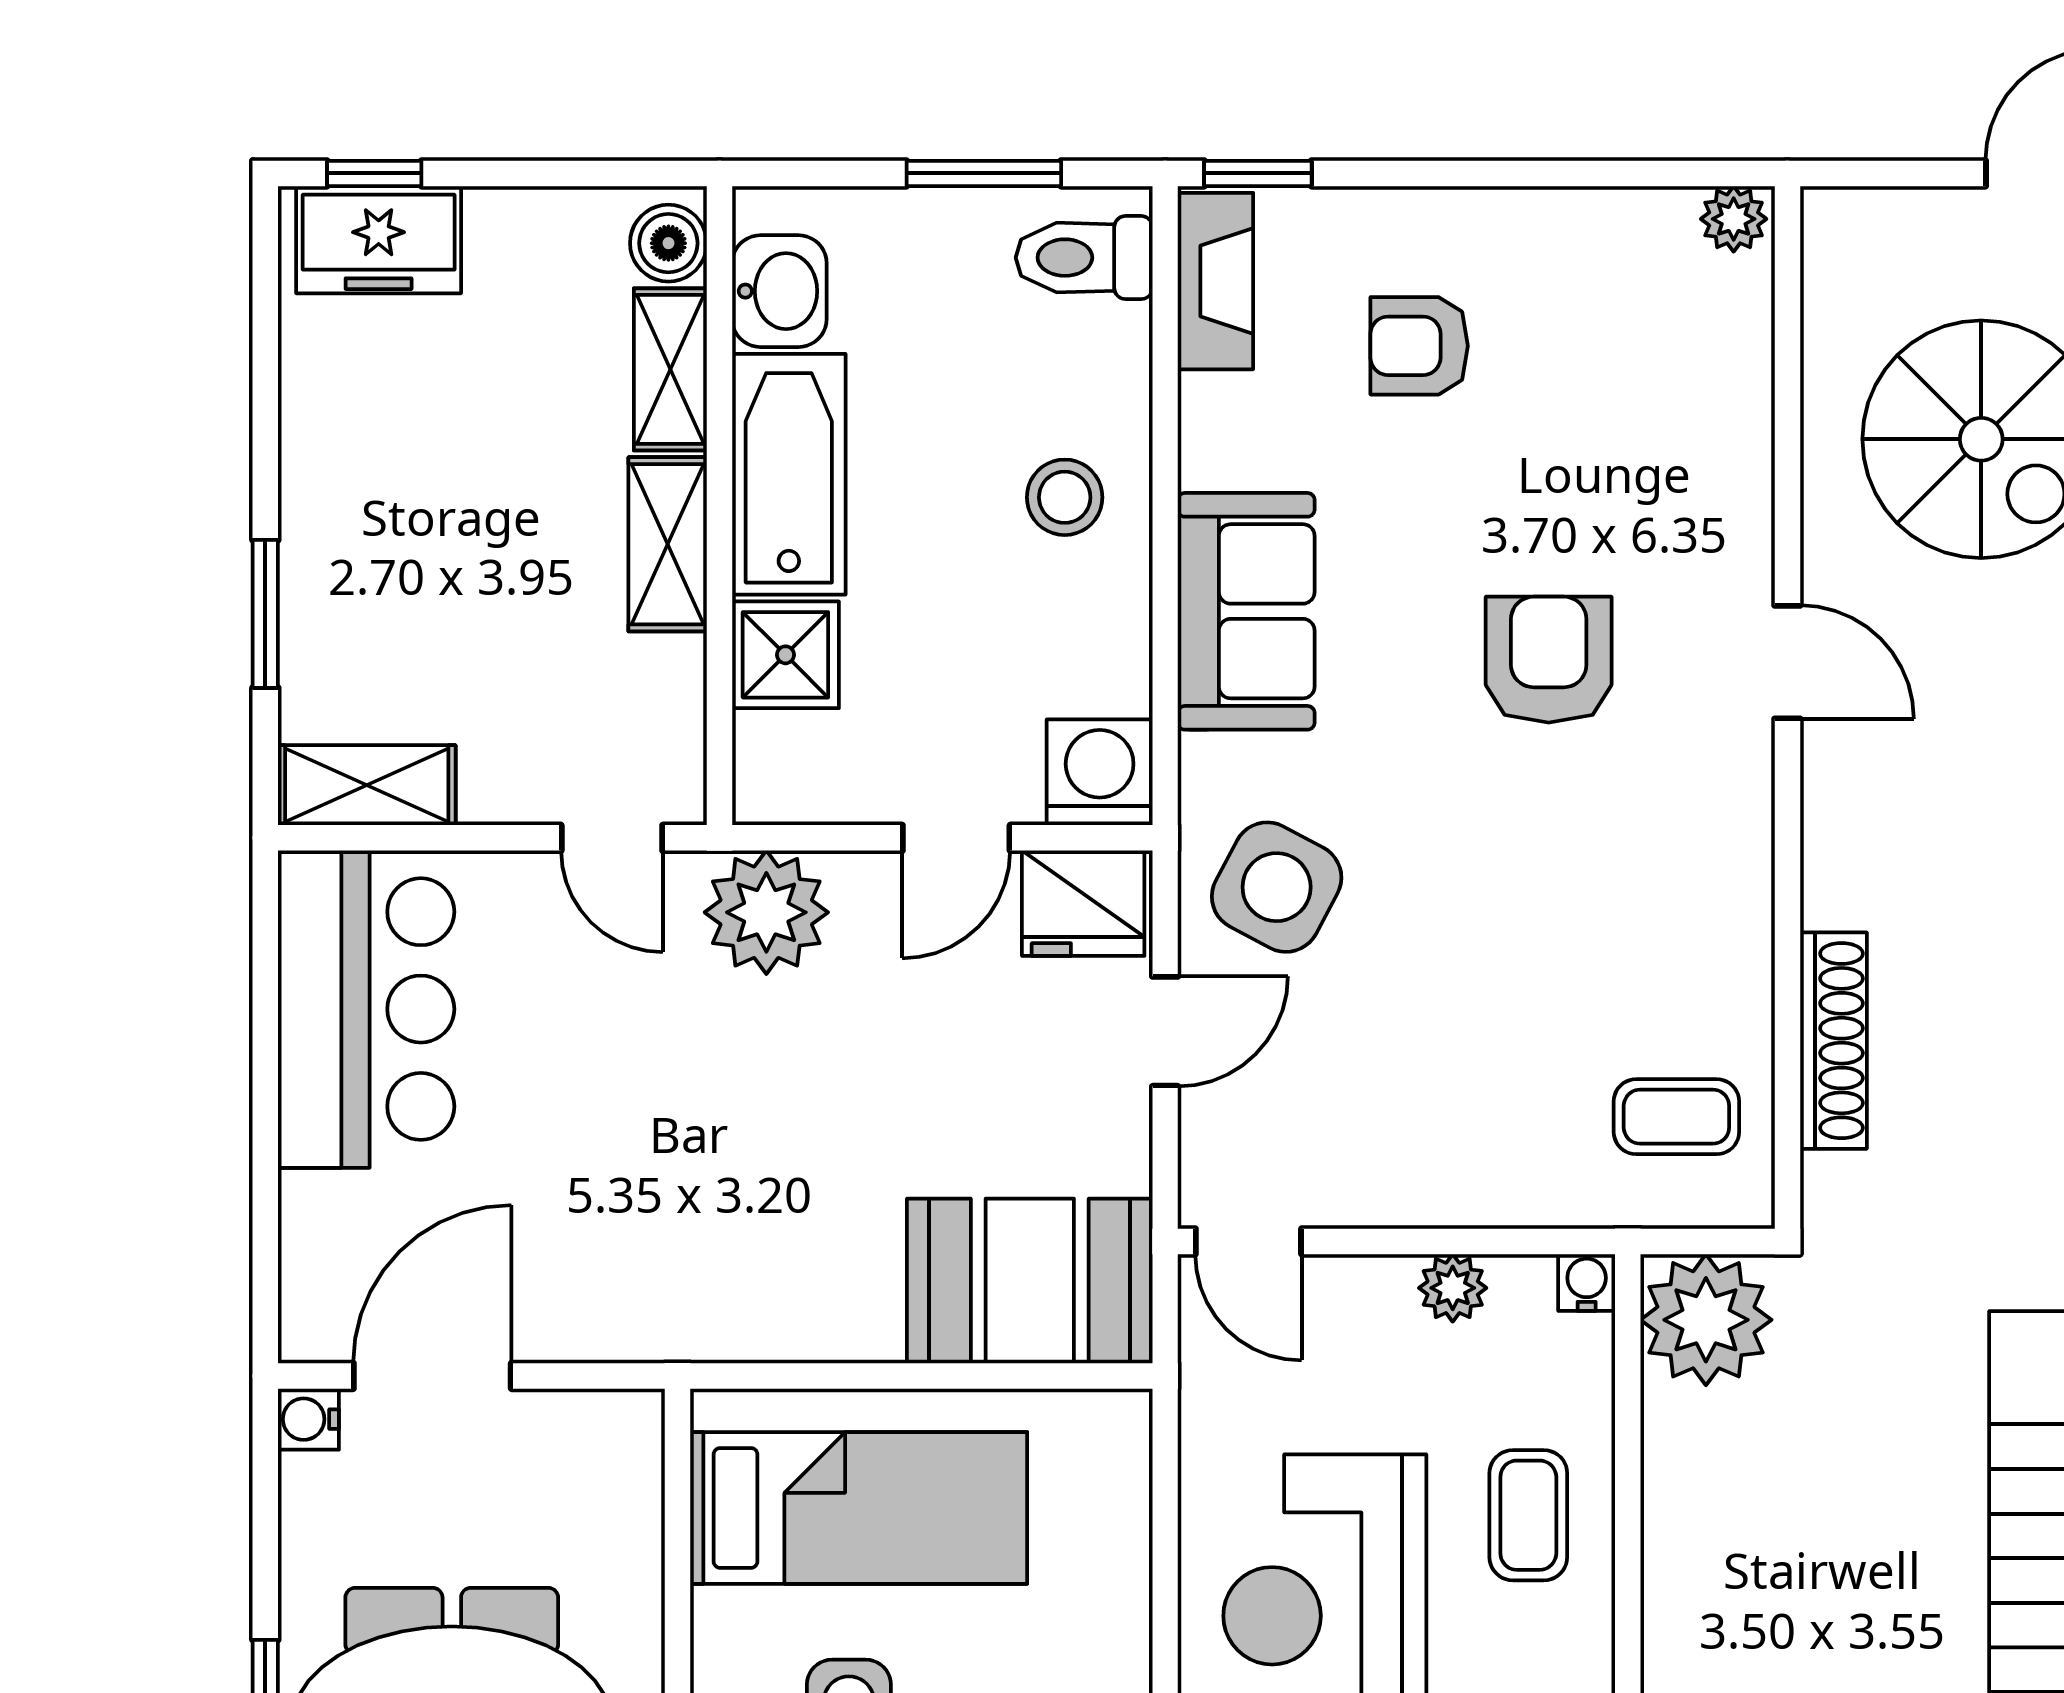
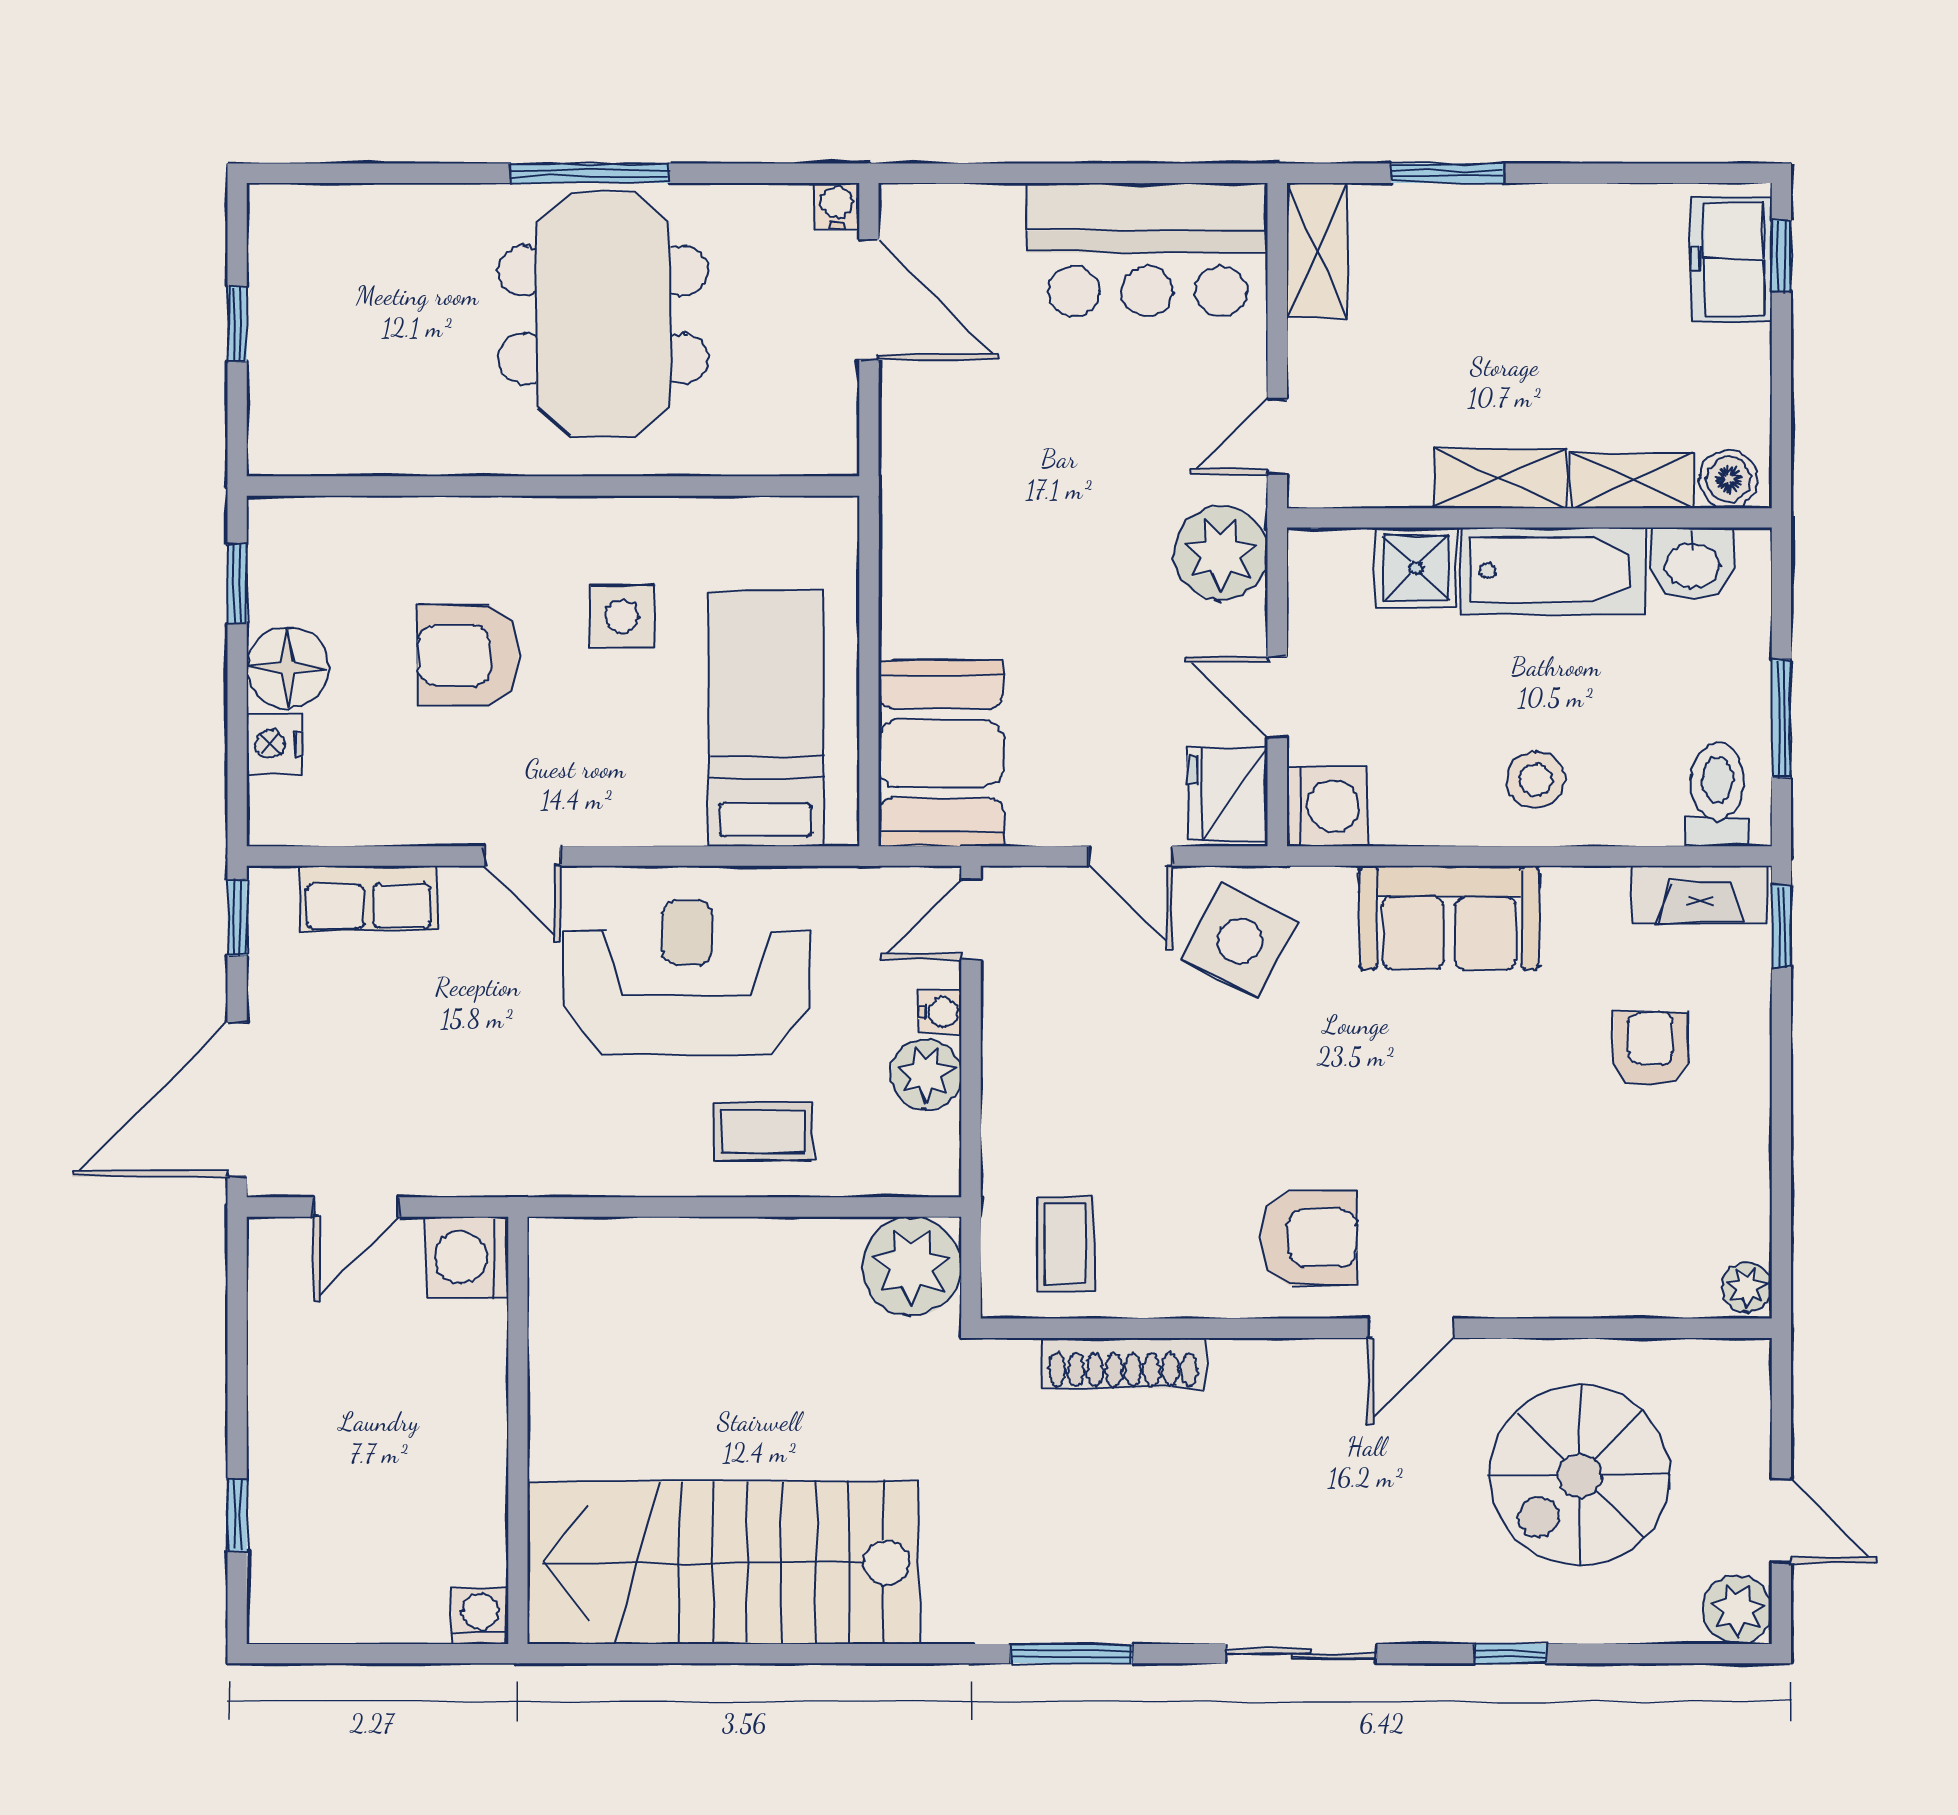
armchair: (1549, 660) -> (1309, 1238), moved
water cooler: (1587, 1282) -> (940, 1012), moved
plant: (1453, 1288) -> (926, 1074), width x1.38, depth x1.38
bed: (859, 1508) -> (766, 719), moved, turned 180

